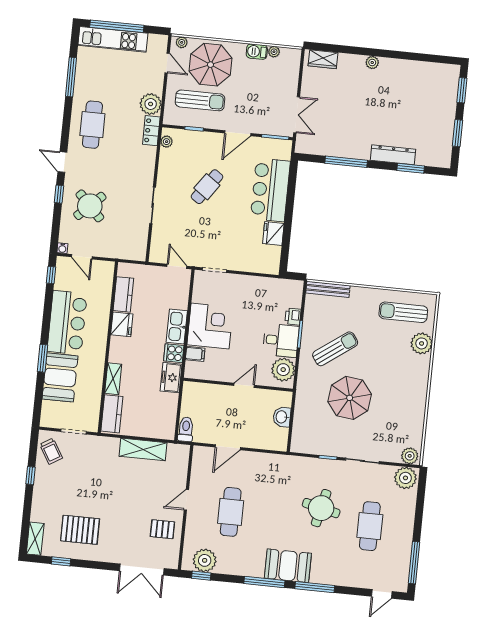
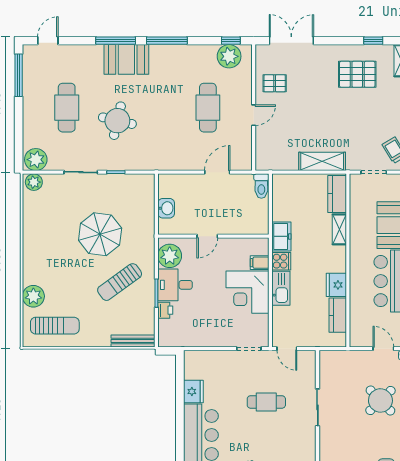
cafe table: (207, 187) -> (266, 402), moved, turned 55
shelving: (143, 449) -> (322, 161), moved
booth: (288, 566) -> (126, 59), moved

